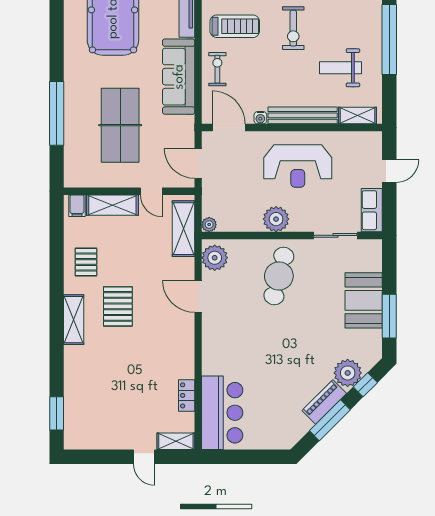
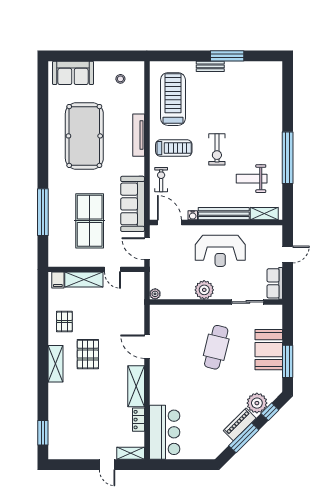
sofa: (179, 77) -> (133, 204), moved
shelving: (183, 229) -> (136, 386), moved
plant: (215, 258) -> (159, 318), removed
cafe table: (279, 276) -> (216, 347), moved

